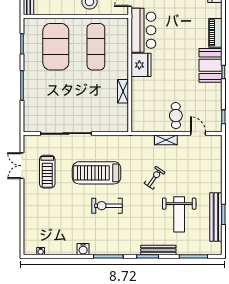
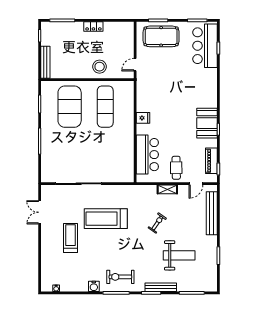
bar counter: (143, 30) -> (147, 155), moved
piano: (215, 33) -> (211, 161), moved
fridge: (141, 65) -> (143, 118), width x0.53, depth x0.75
shelving: (123, 91) -> (129, 146), removed
door: (198, 133) -> (196, 184), swing flipped
treadmill: (47, 172) -> (70, 238), moved, turned 180
exercise bike: (107, 206) -> (120, 277), moved
weight bench: (179, 214) -> (179, 255), turned -90
bench: (216, 217) -> (212, 213), moved

